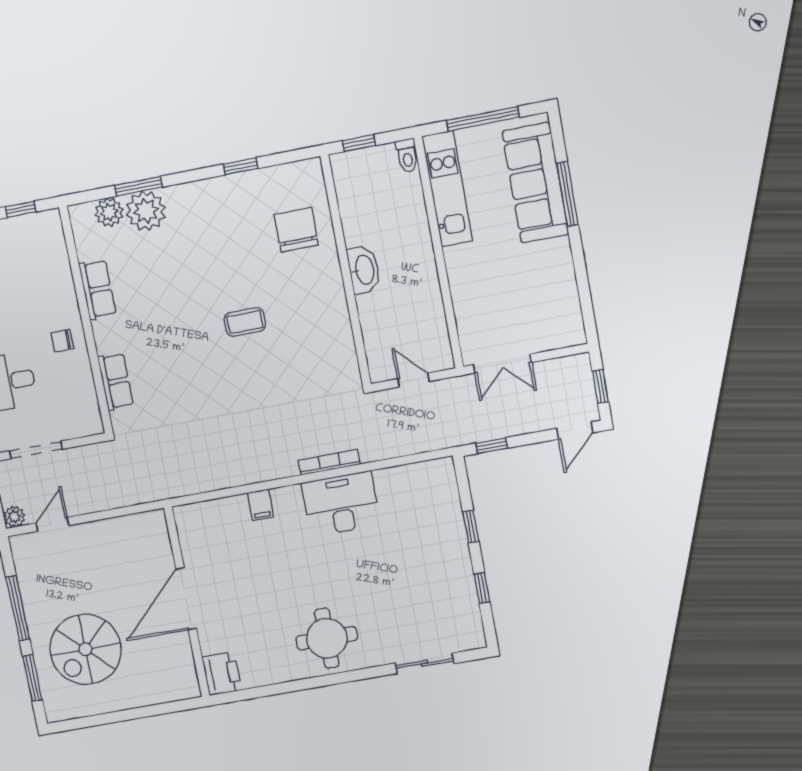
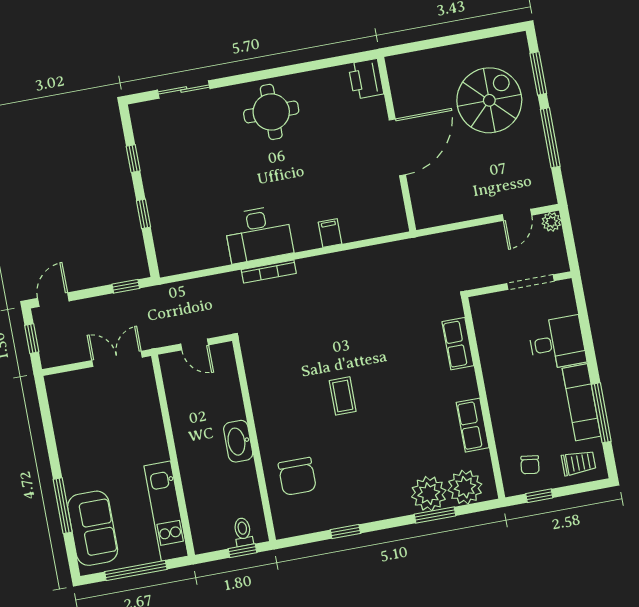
toilet: (407, 155) -> (243, 532), moved
sofa: (535, 183) -> (93, 528), width x0.73
plant: (109, 212) -> (465, 487), width x1.36, depth x1.36
coffee table: (245, 322) -> (343, 396), turned 90
chair: (62, 341) -> (530, 465), moved, turned 98

